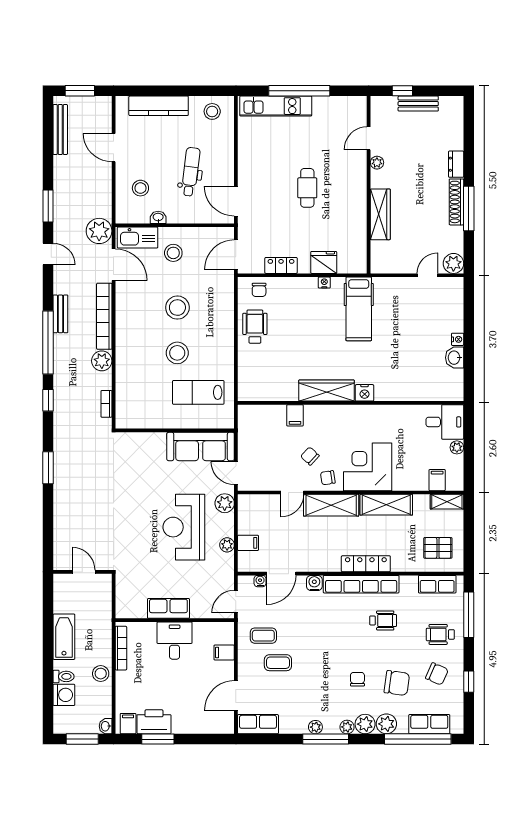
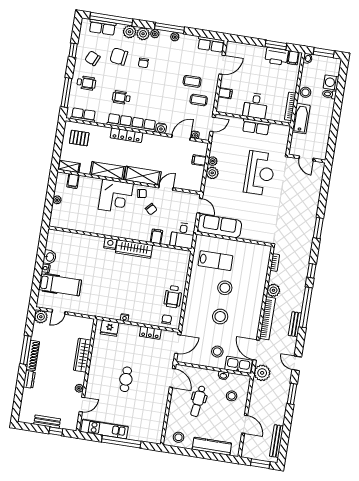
kitchen unit: (276, 106) -> (105, 429), moved
fridge: (324, 262) -> (109, 328), moved
hospital bed: (359, 309) -> (60, 285), moved, turned 90
desk: (445, 422) -> (183, 235), moved, turned -90
plant: (225, 503) -> (212, 173), moved
reception desk: (184, 527) -> (260, 173), moved
bathtub: (64, 637) -> (301, 119), moved, turned 180

